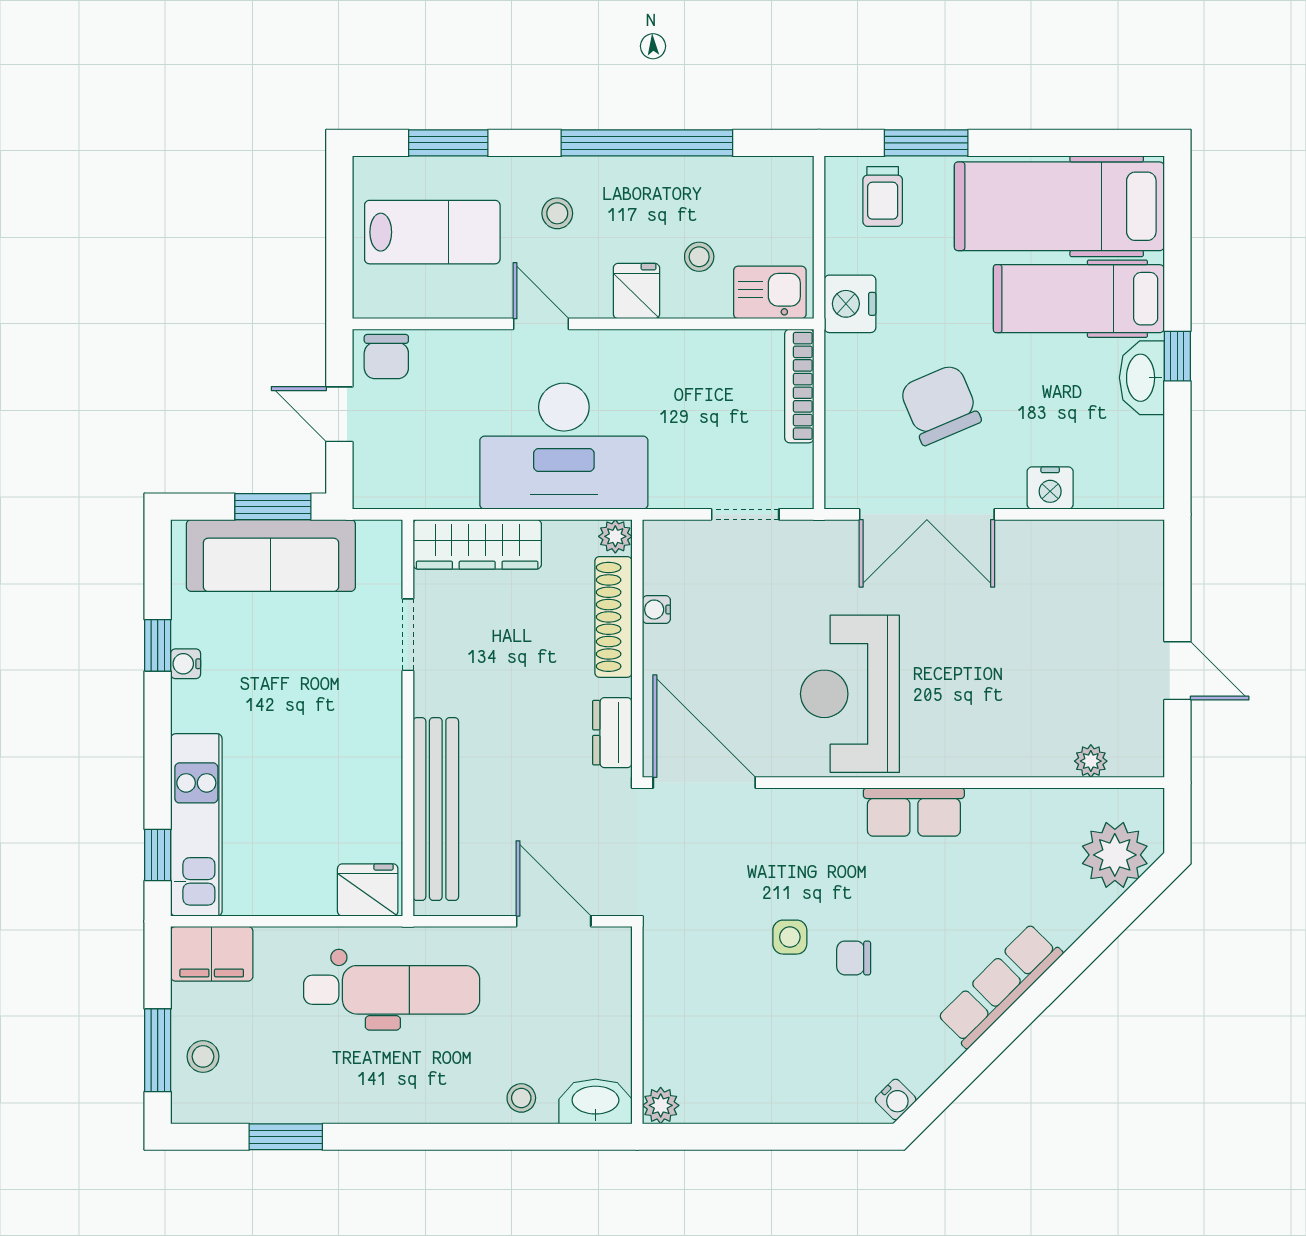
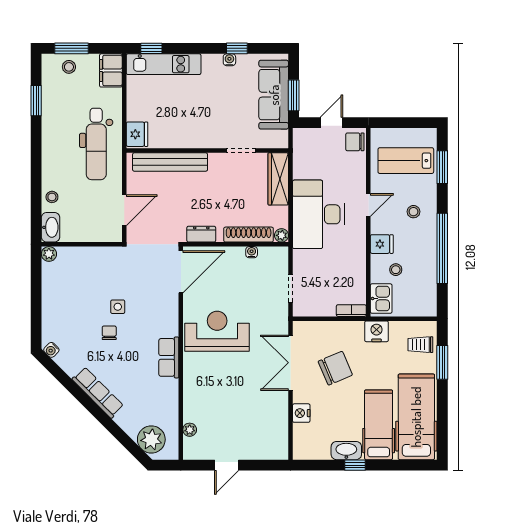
lab bench: (432, 232) -> (406, 161), turned 90
bookcase: (799, 386) -> (351, 311), width x0.64

